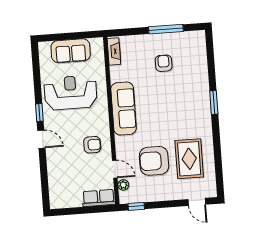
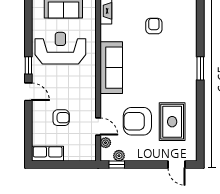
armchair: (92, 145) -> (61, 118), moved
plant: (138, 197) -> (119, 156), added
row of seats: (99, 198) -> (48, 154), moved

